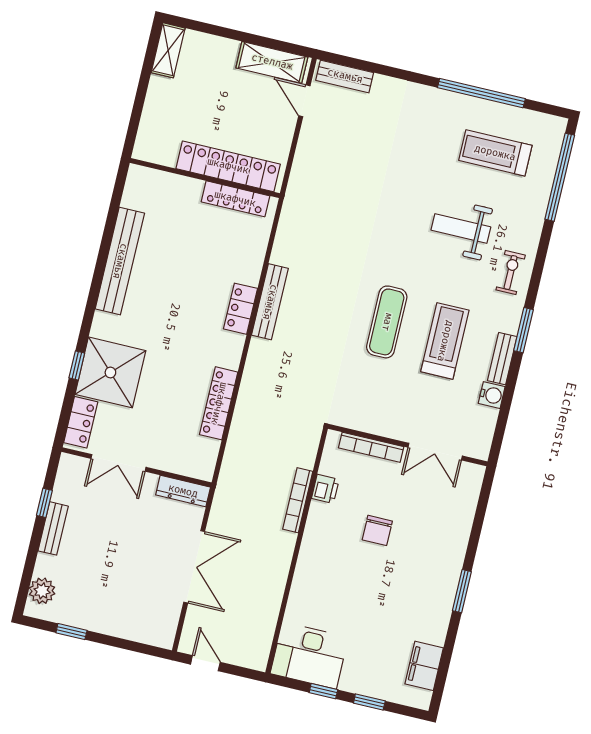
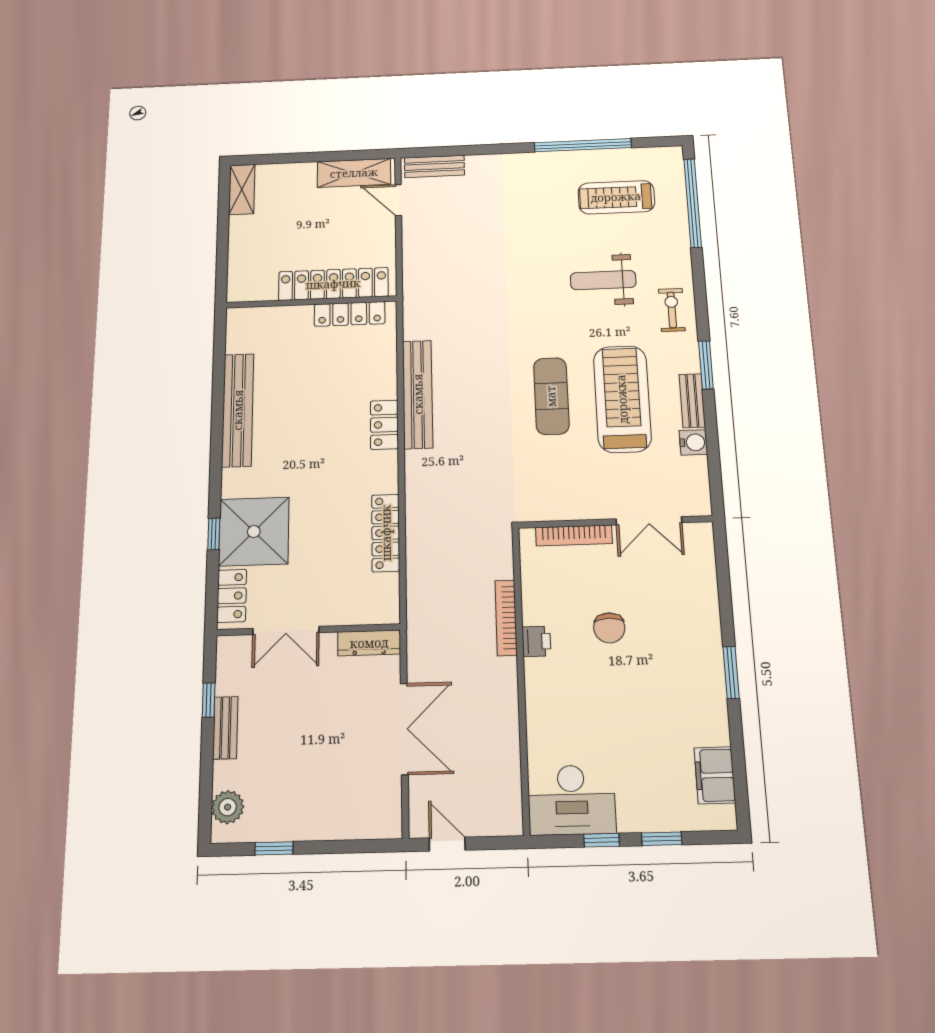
bench: (270, 302) -> (418, 394), width x1.37, depth x1.21
treadmill: (445, 341) -> (622, 399), width x1.37, depth x1.38
printer: (325, 489) -> (536, 641), moved

